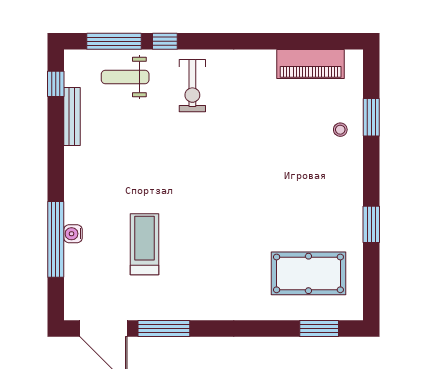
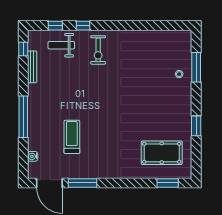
window: (114, 41) -> (55, 26), width x0.46
piano: (311, 64) -> (163, 38), removed
window: (371, 117) -> (196, 67), width x1.44
water cooler: (73, 234) -> (33, 156), moved
window: (56, 239) -> (23, 117), moved

